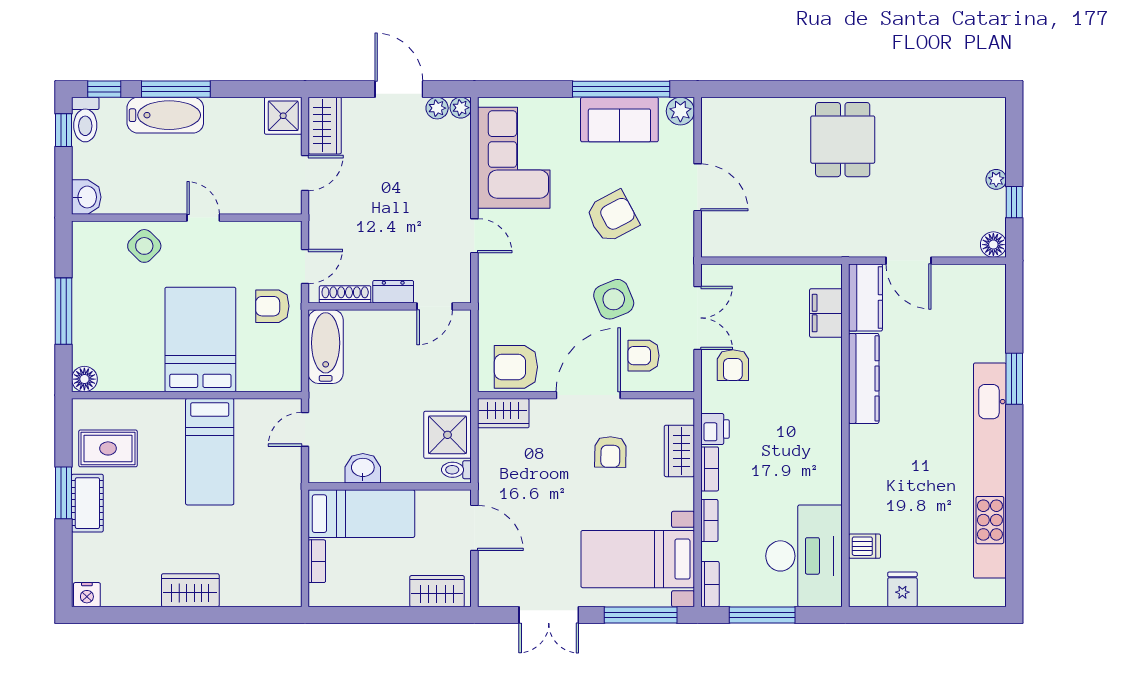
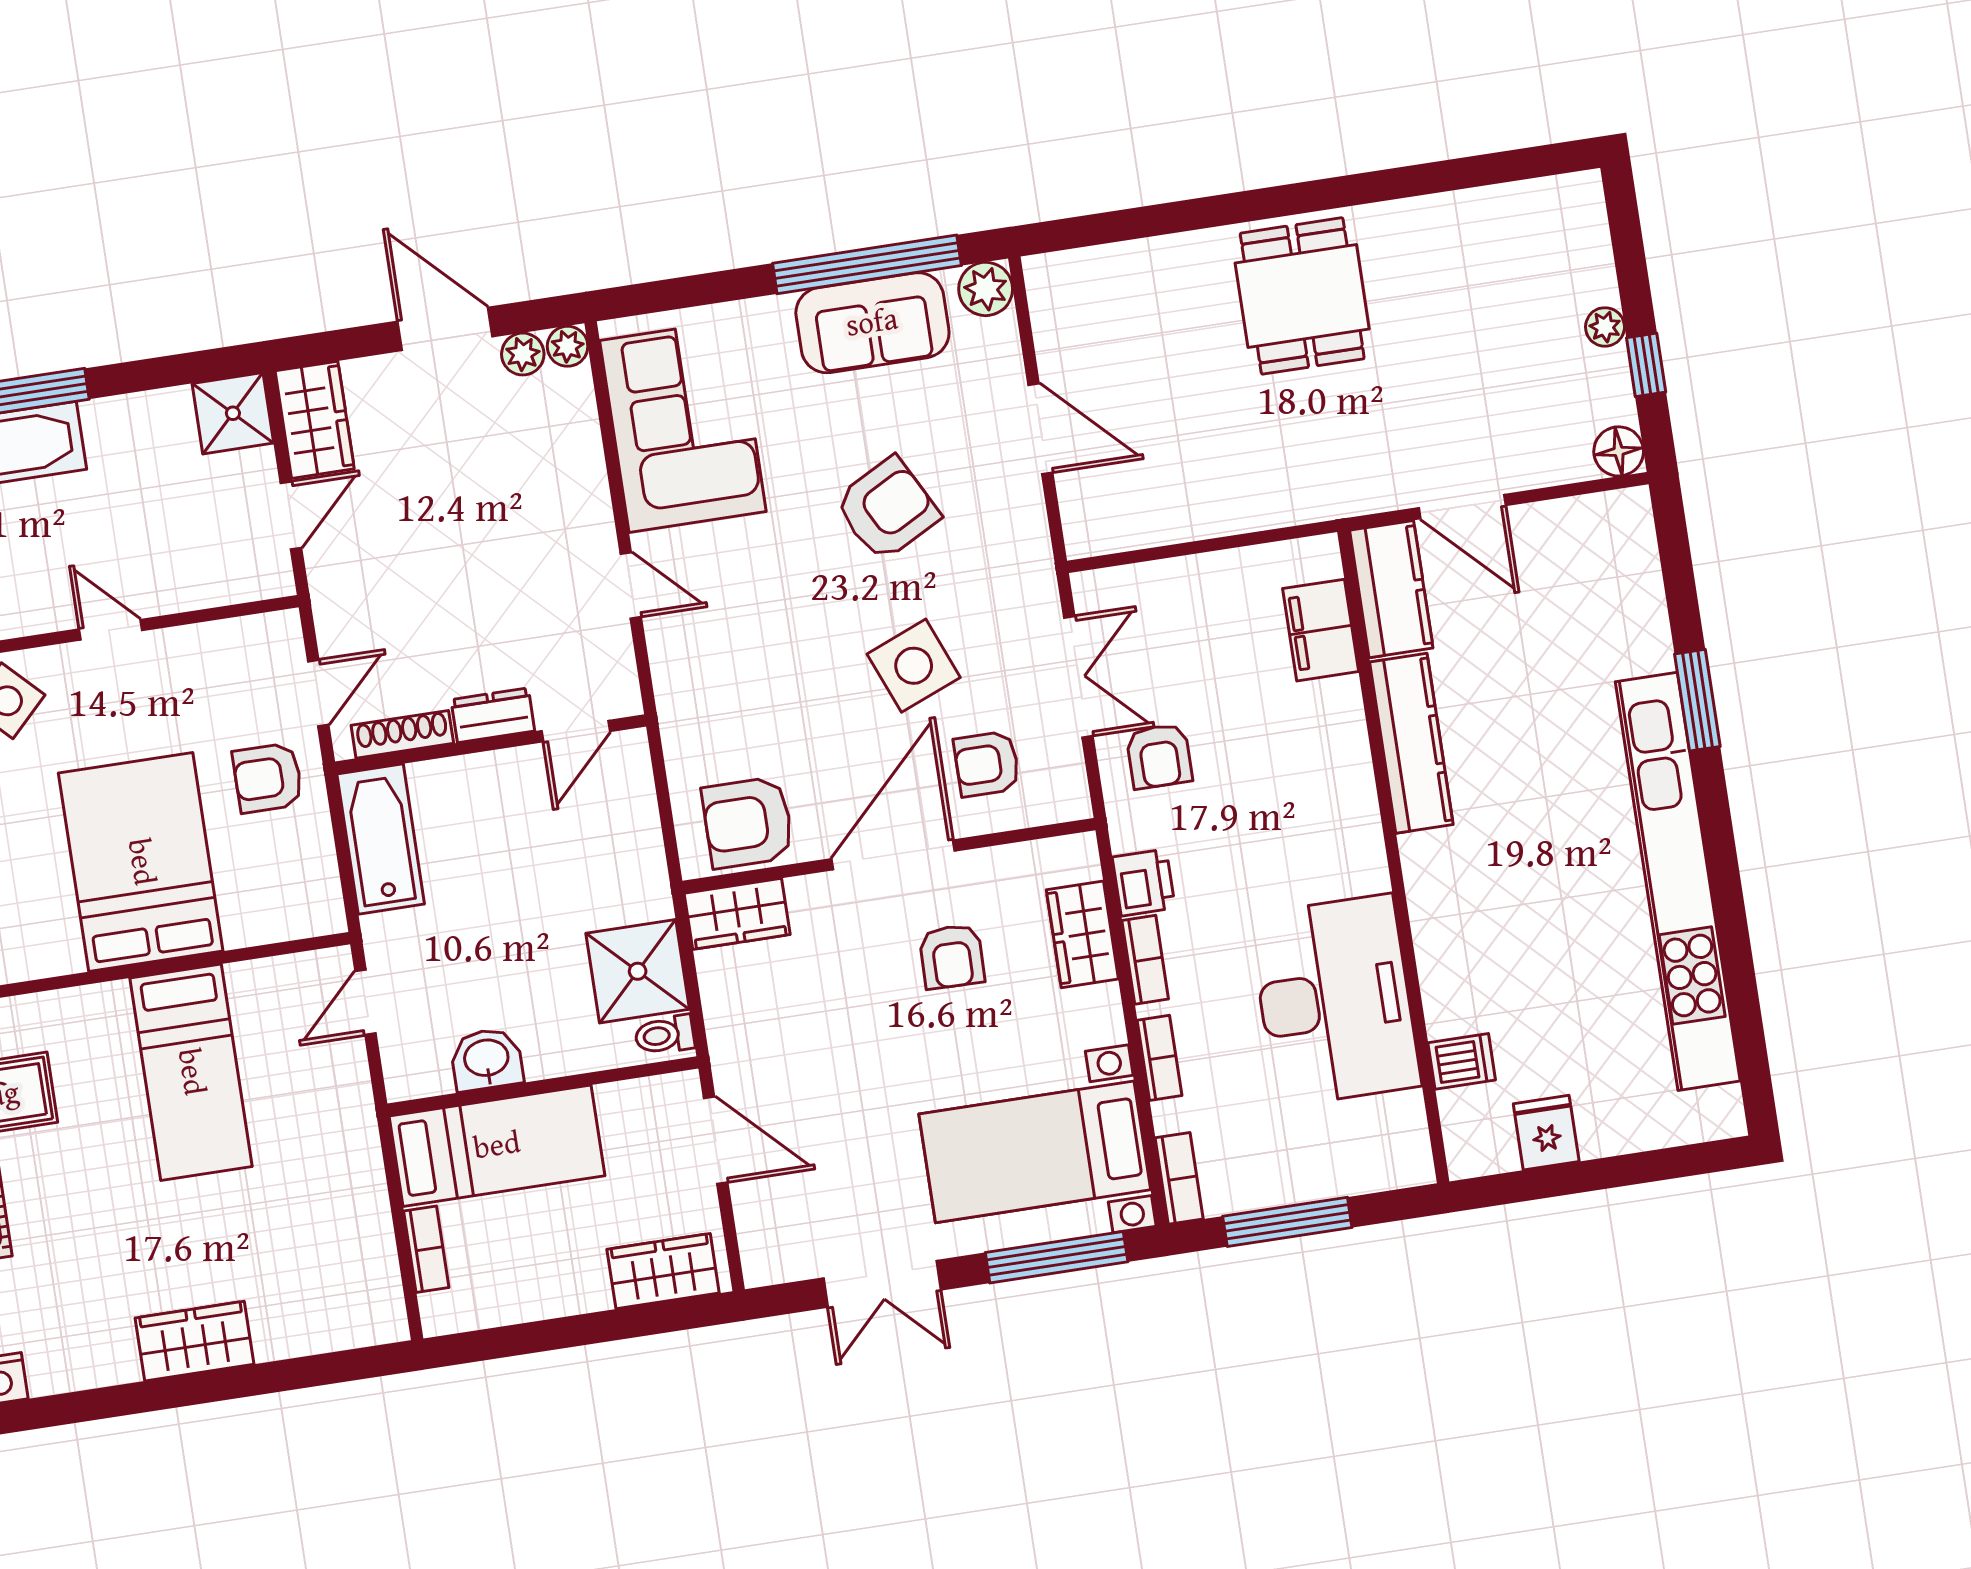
desk: (804, 556) -> (1335, 1000), moved

